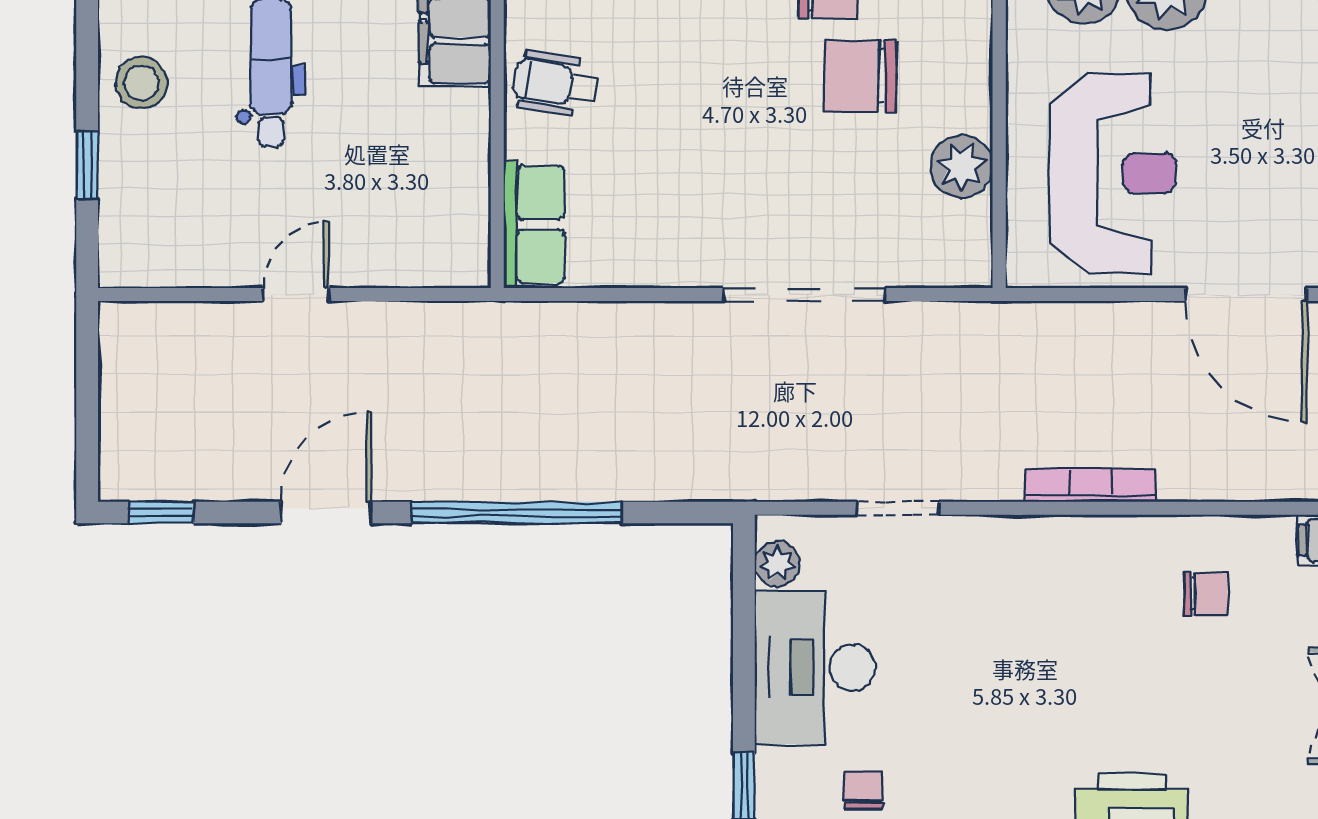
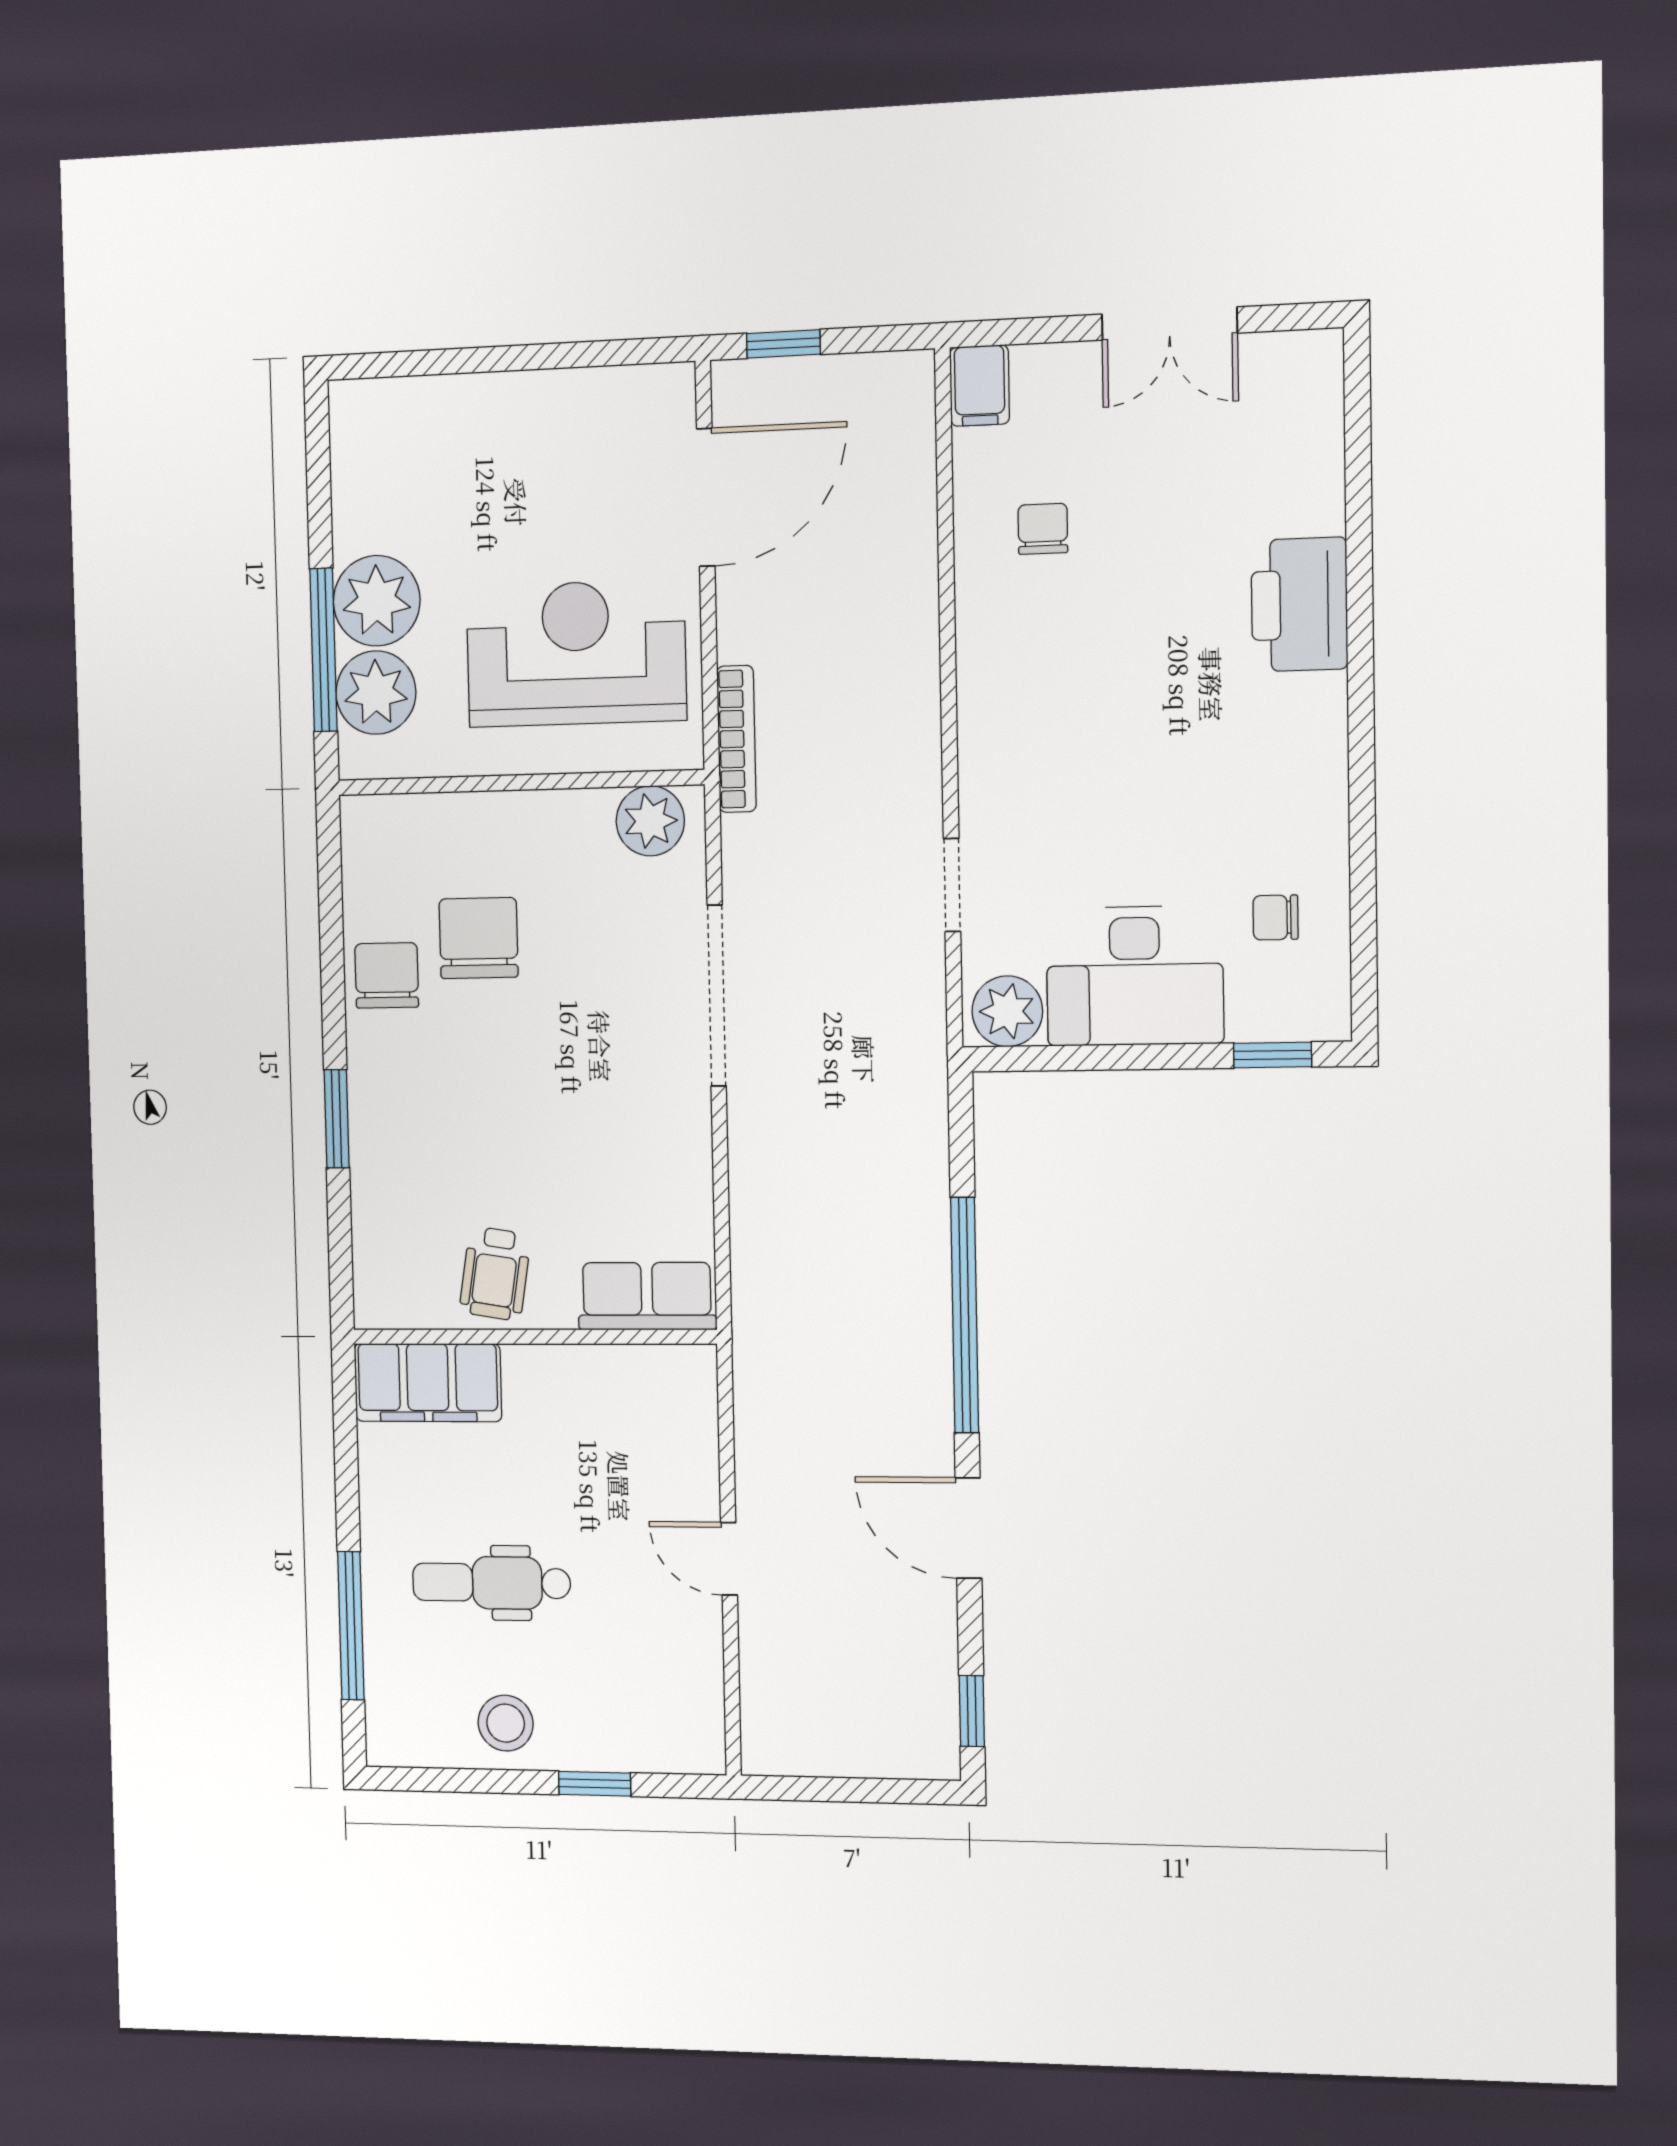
chair: (860, 76) -> (479, 938), turned 180
plant: (961, 166) -> (650, 821), moved
bookcase: (1090, 485) -> (736, 739), moved, turned 180
plant: (777, 564) -> (1007, 1011), width x1.38, depth x1.38

